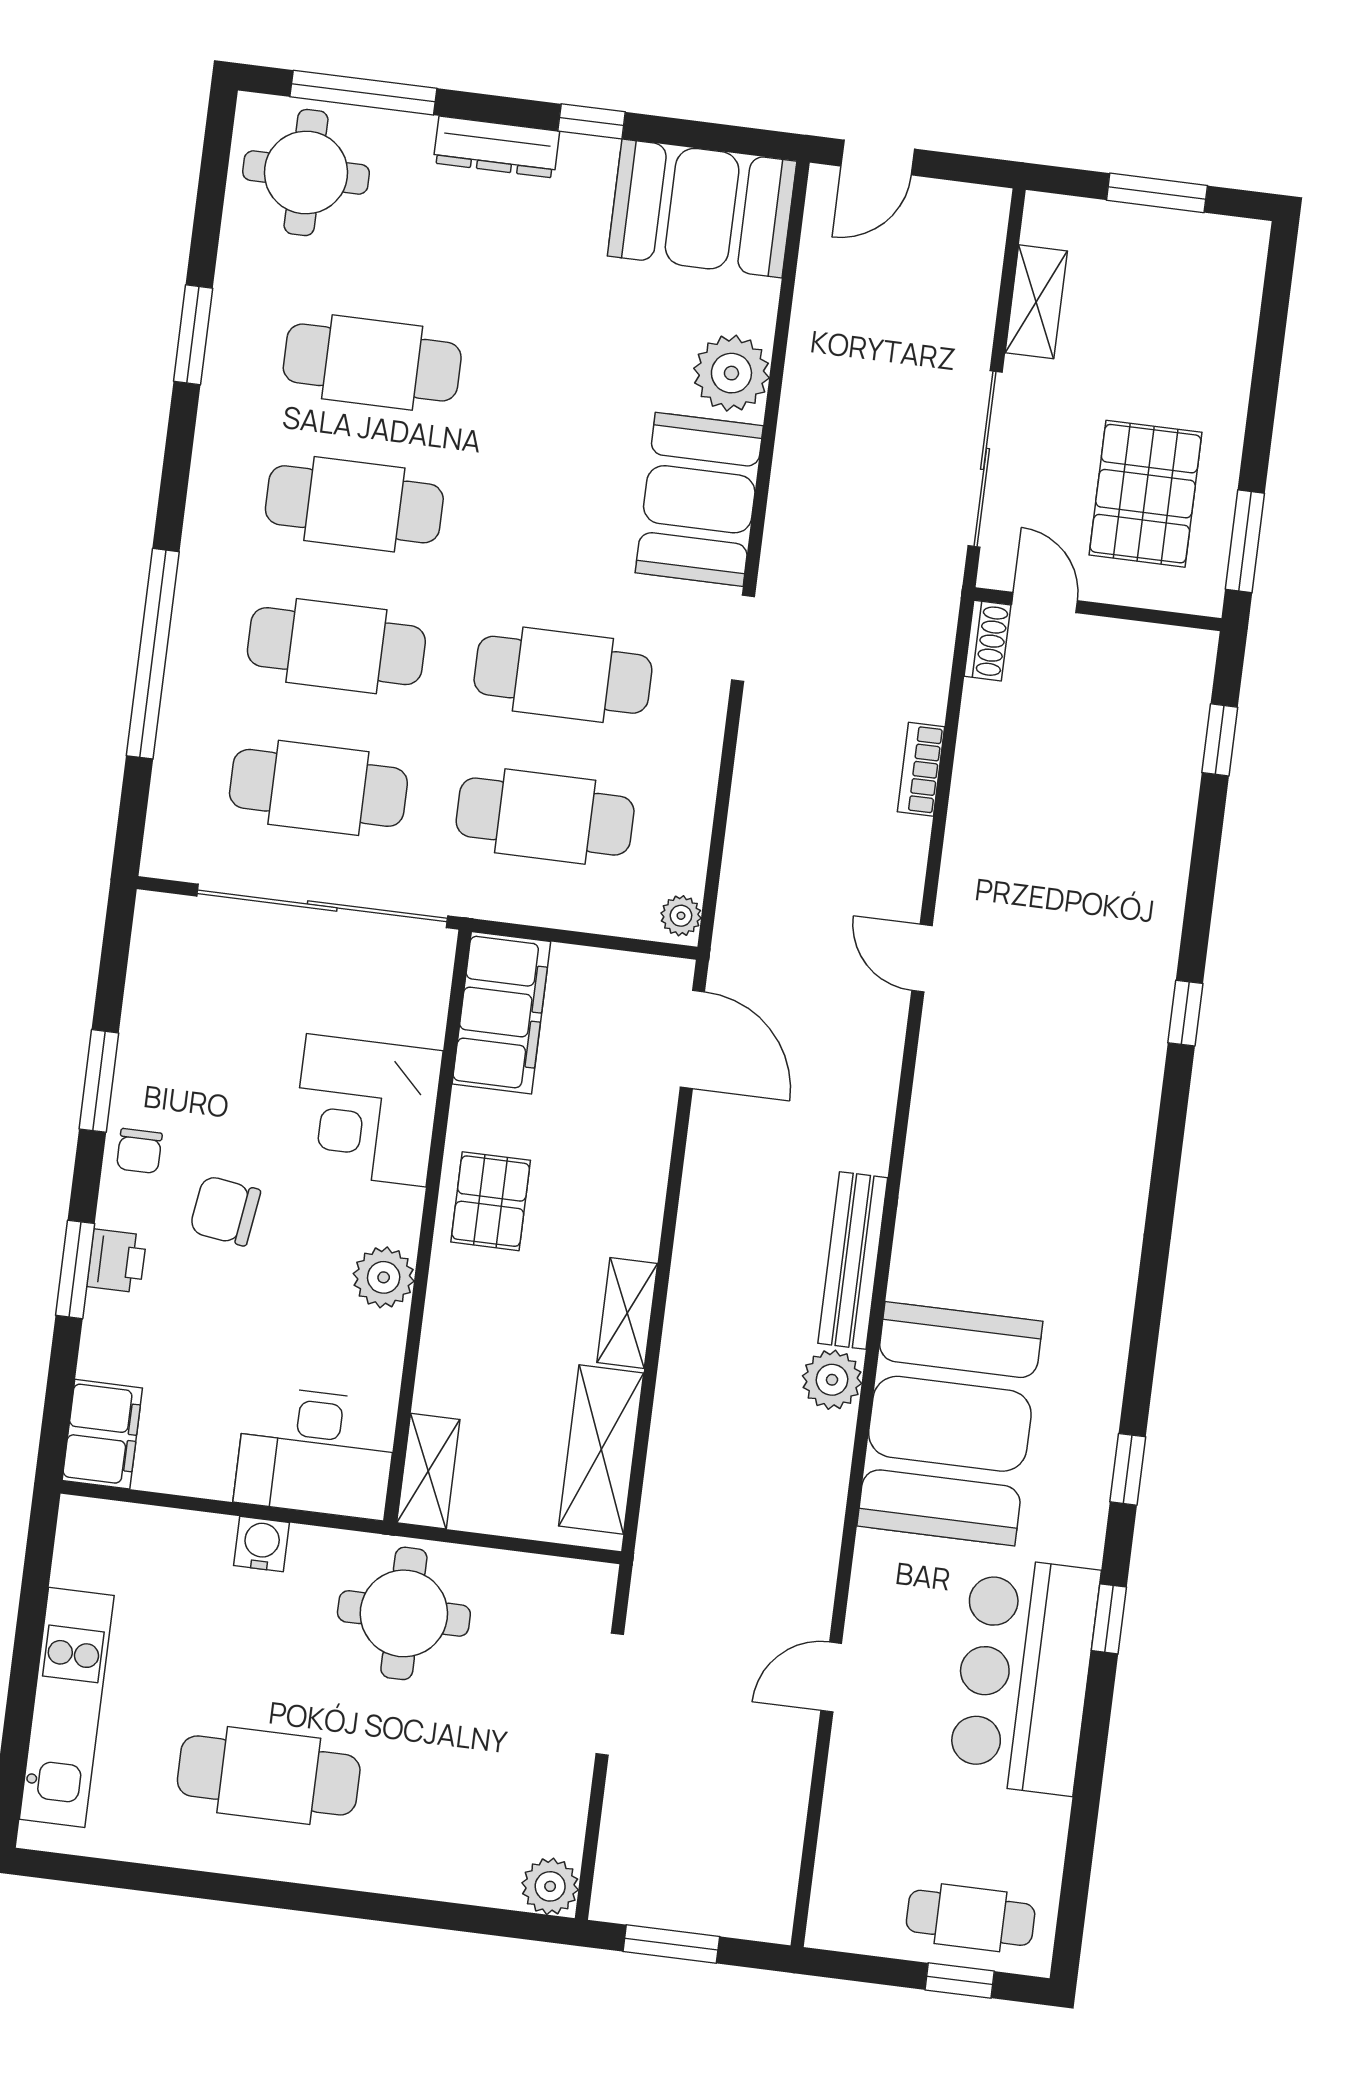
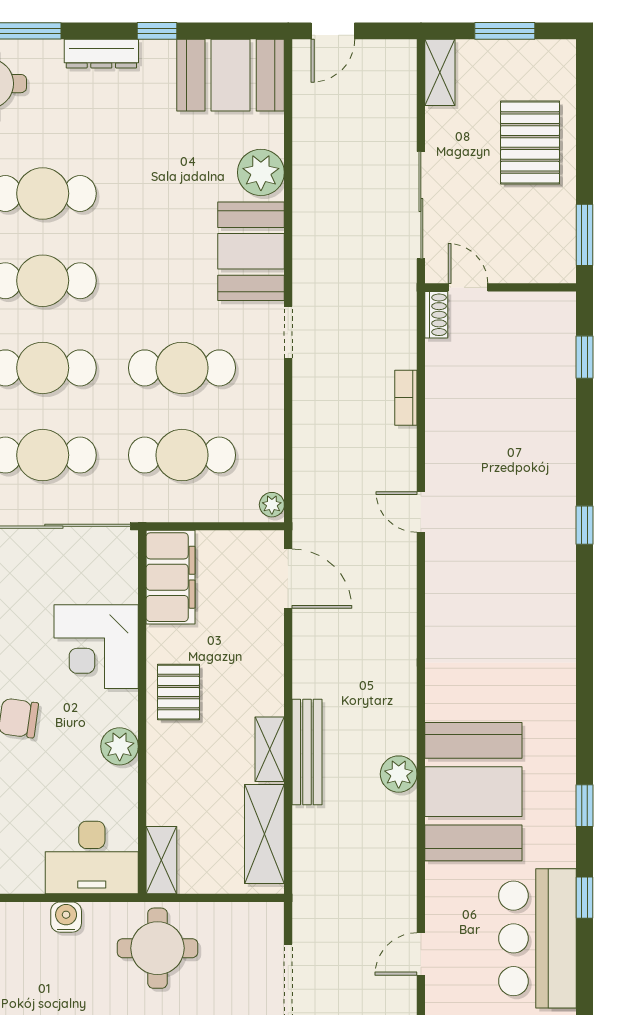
shelving: (1036, 302) -> (440, 72), moved
pallet: (1145, 494) -> (530, 142), moved
bench: (853, 1261) -> (307, 752), moved

